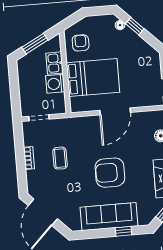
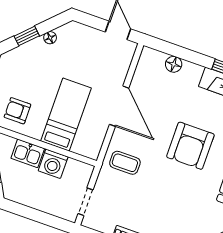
floor lamp: (120, 25) -> (50, 38), moved
bed: (93, 77) -> (66, 115), width x0.67
coffee table: (60, 158) -> (125, 163), moved

